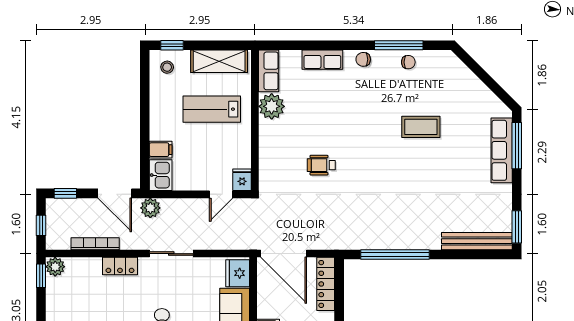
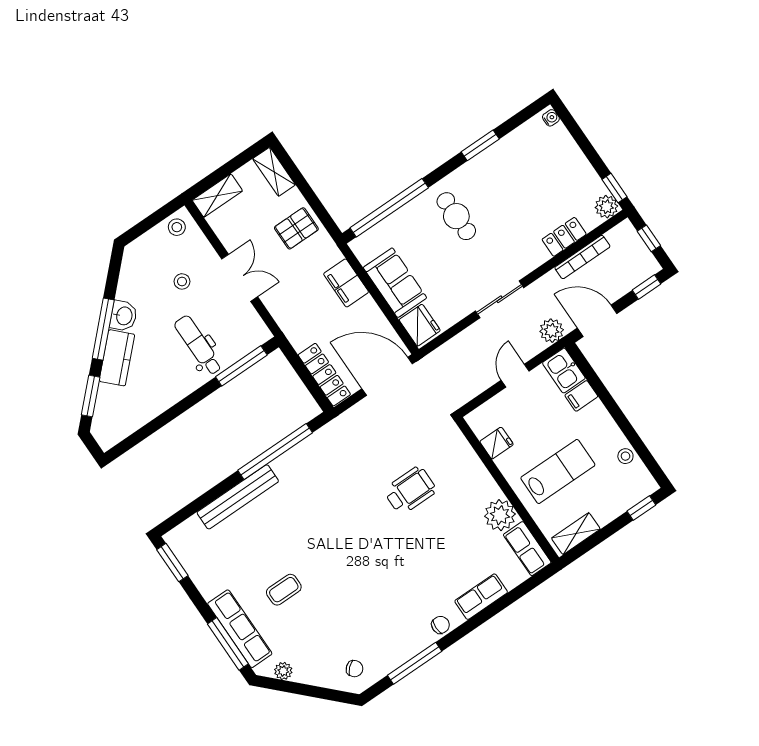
shelving: (219, 61) -> (576, 534), width x0.67, depth x0.75
chair: (408, 62) -> (354, 669), moved, turned -132
stool: (167, 67) -> (625, 456), moved
plant: (492, 101) -> (283, 671), added
coffee table: (421, 127) -> (284, 590), moved, width x0.73, depth x0.77
wheelchair: (321, 165) -> (410, 490), width x1.36, depth x1.37
fridge: (242, 180) -> (497, 443), moved, turned -90
door: (221, 194) -> (515, 376), moved
bench: (477, 241) -> (238, 497), moved
locker: (120, 266) -> (564, 237), moved

